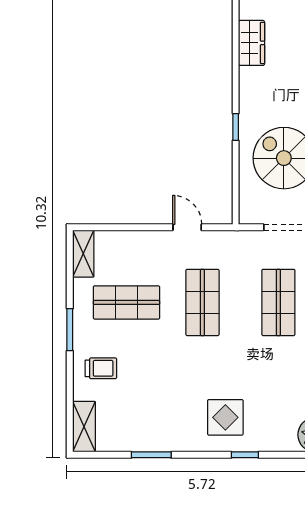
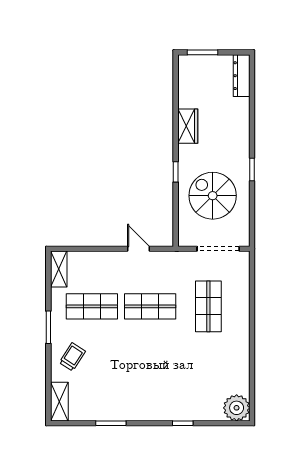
wardrobe: (251, 43) -> (188, 126), moved
shop shelf: (202, 302) -> (150, 306), turned 90
trolley: (101, 368) -> (72, 357), turned -57
display table: (225, 417) -> (168, 394), removed

